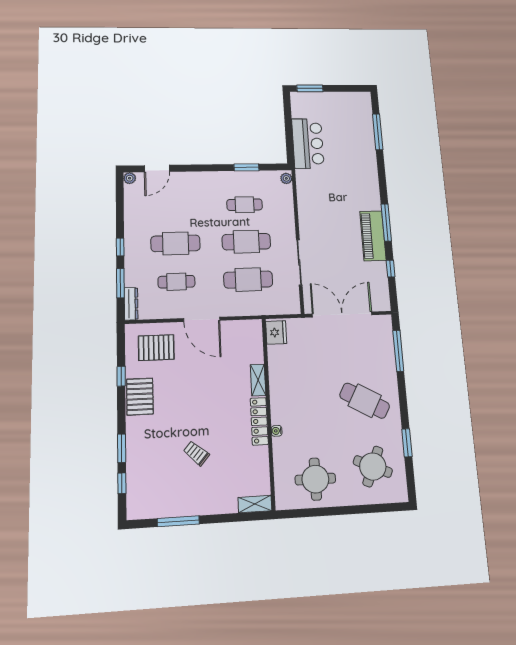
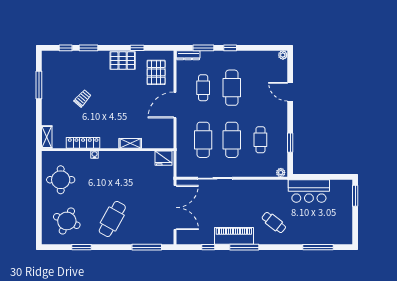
door: (157, 169) -> (290, 92), moved
cafe table: (351, 186) -> (274, 223), added
locker: (259, 421) -> (83, 143), moved

